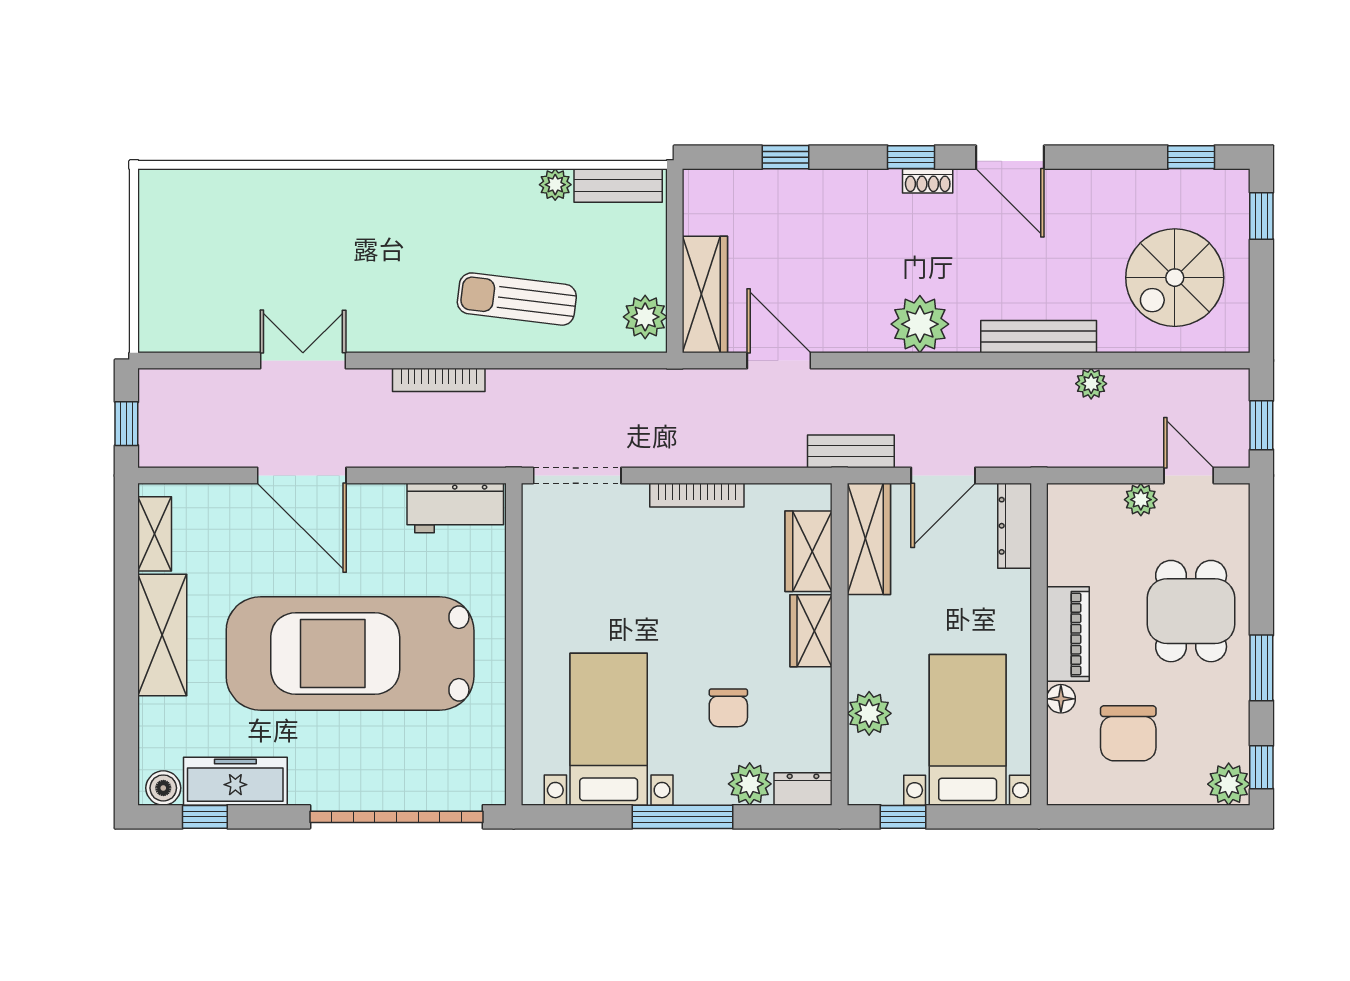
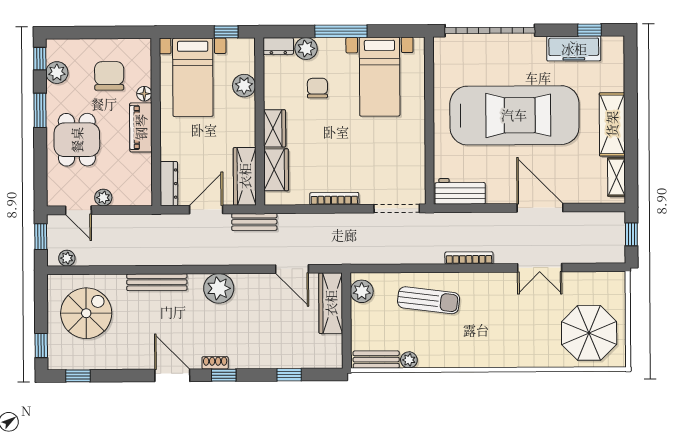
parasol: (209, 235) -> (589, 333), added
plant: (1091, 384) -> (67, 258), moved
plant: (1229, 784) -> (57, 73), moved
boiler: (163, 788) -> (611, 45), removed

